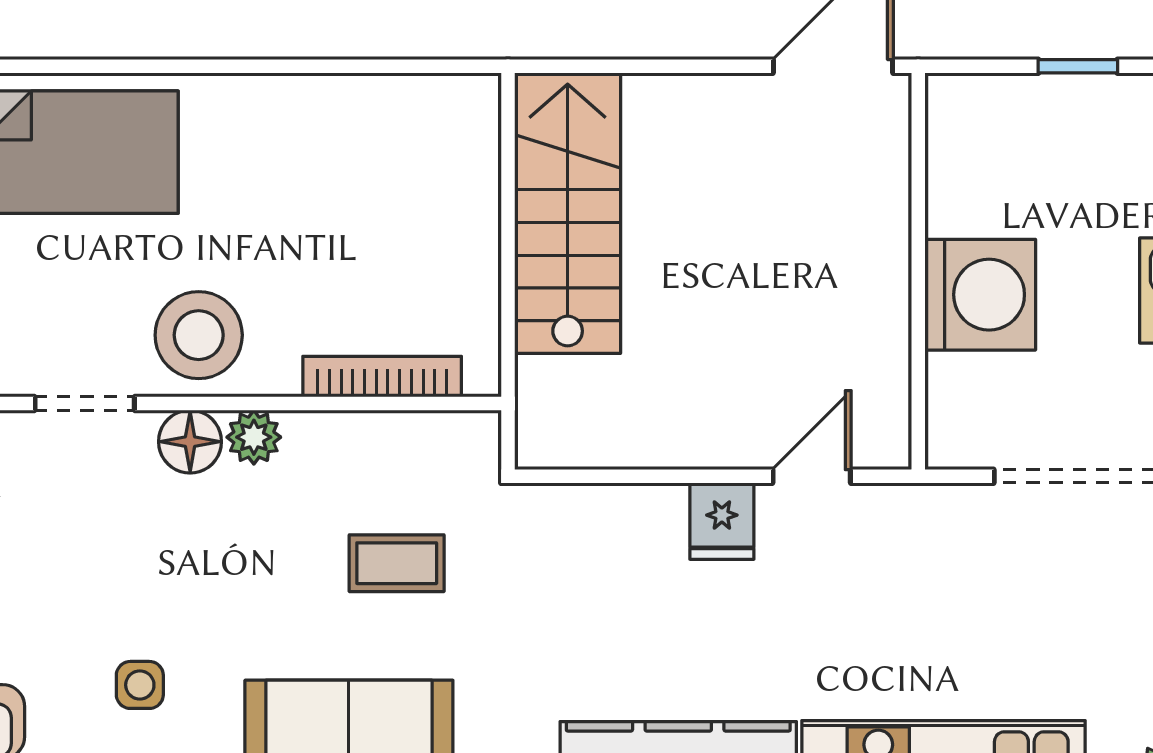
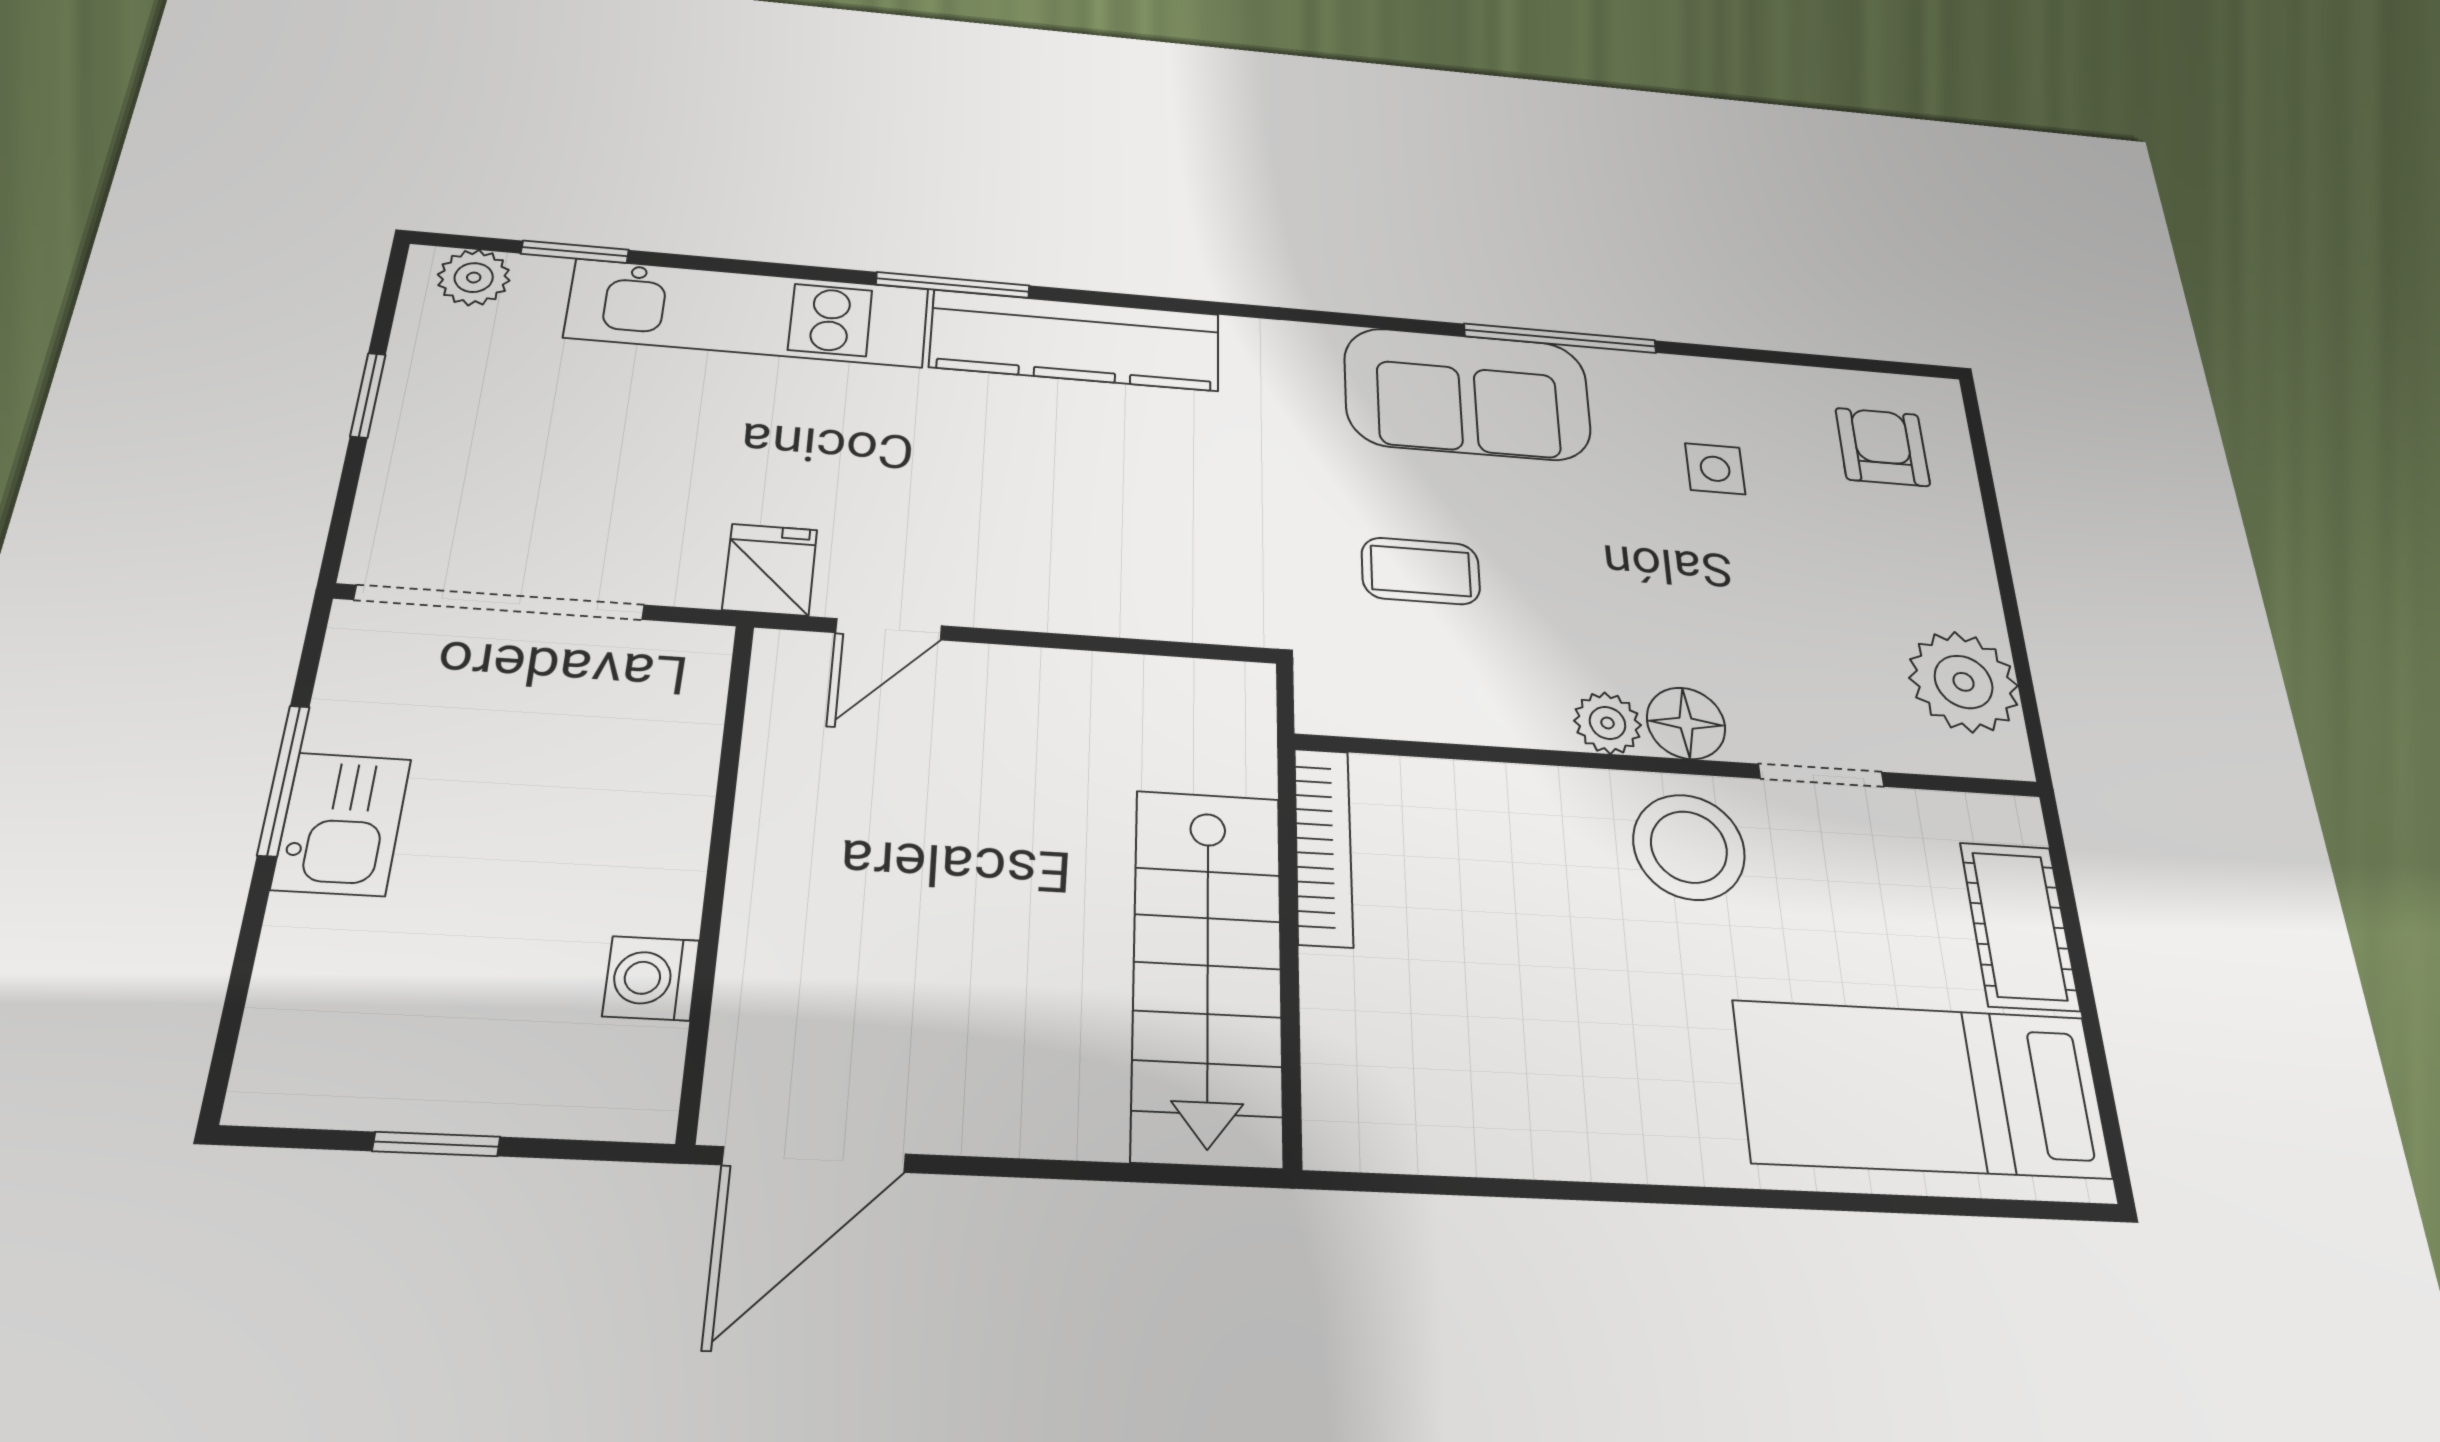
washing machine: (980, 295) -> (651, 978), moved, width x0.53, depth x0.53
bookcase: (382, 377) -> (1323, 846), moved, turned -90
fridge: (722, 521) -> (770, 570), moved

